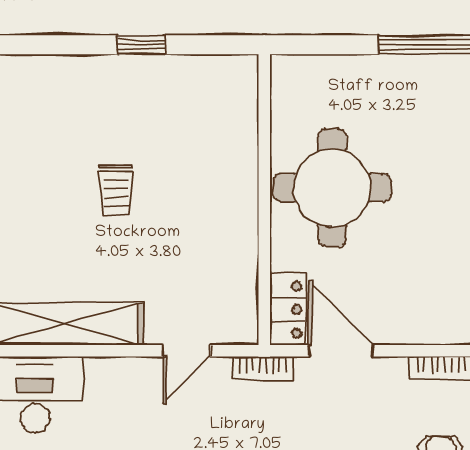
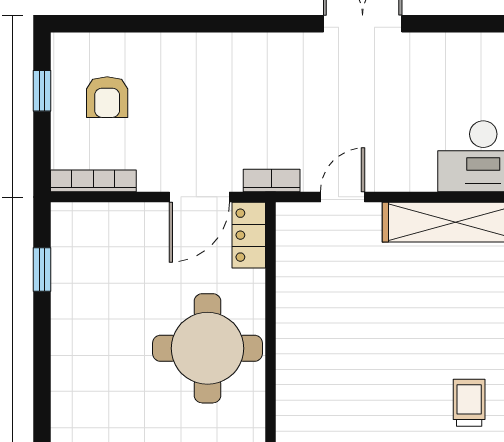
trolley: (116, 190) -> (469, 403), moved
door: (341, 351) -> (199, 197), hinge flipped

